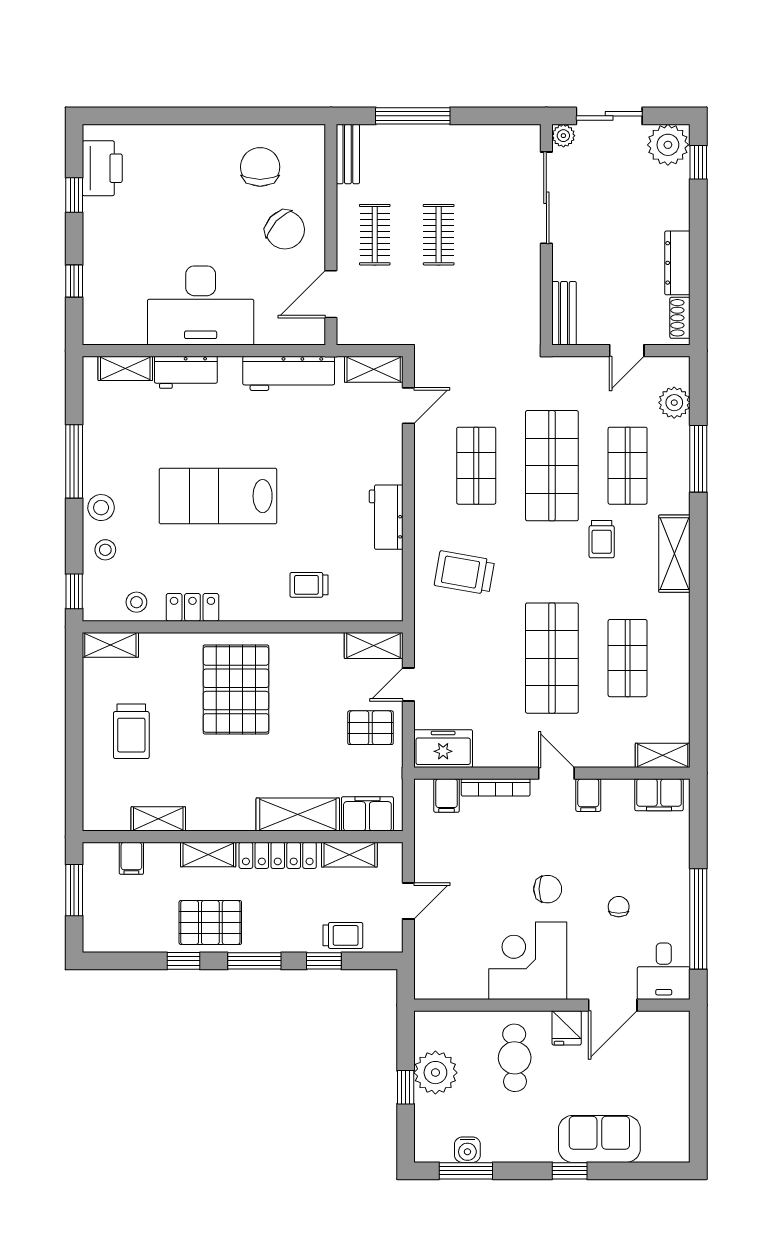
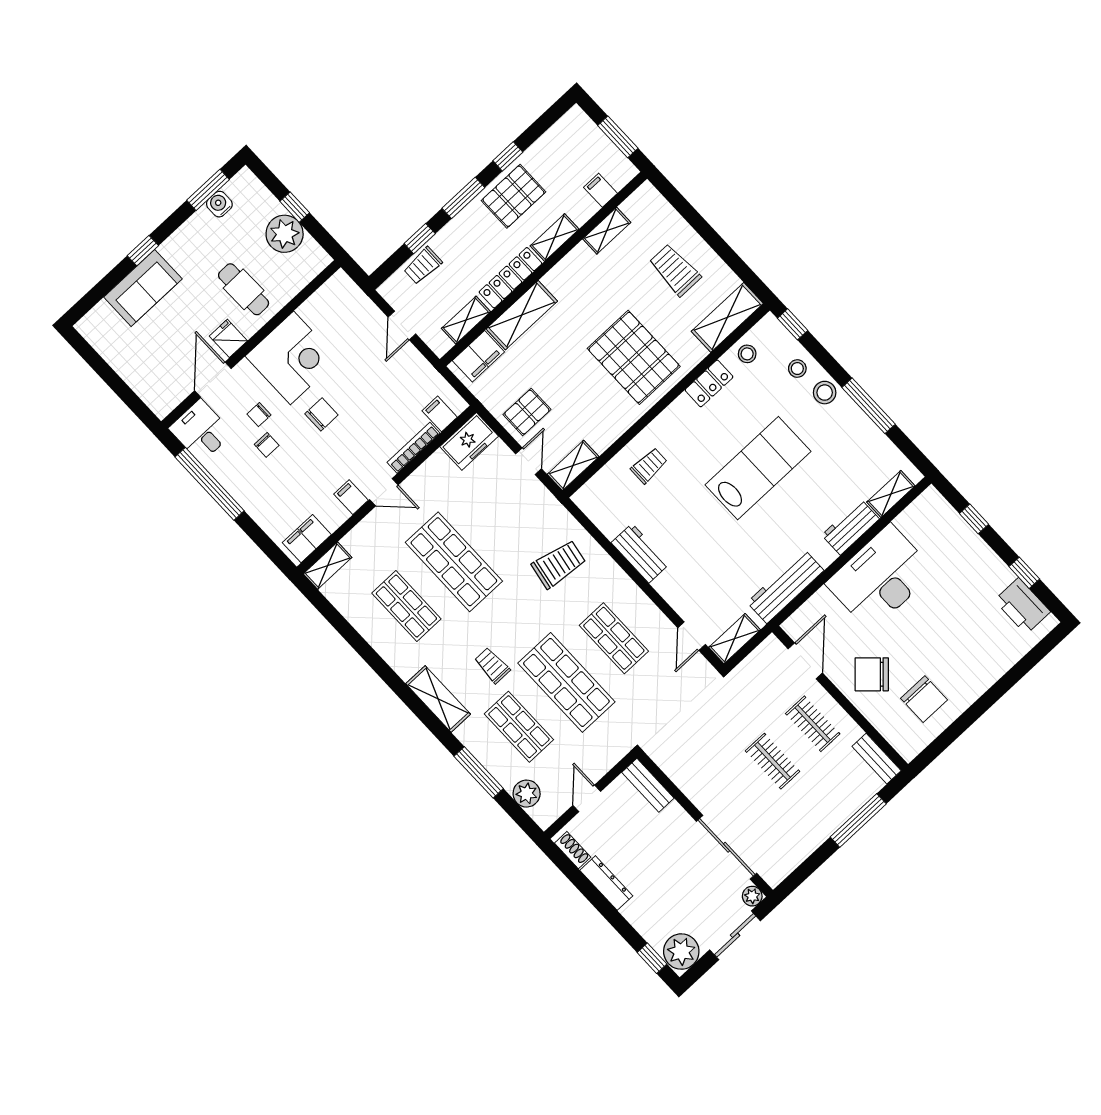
shelving: (110, 645) -> (727, 317), width x1.50, depth x1.33
chair: (548, 889) -> (321, 414), turned 180
chair: (601, 939) -> (259, 415), added

